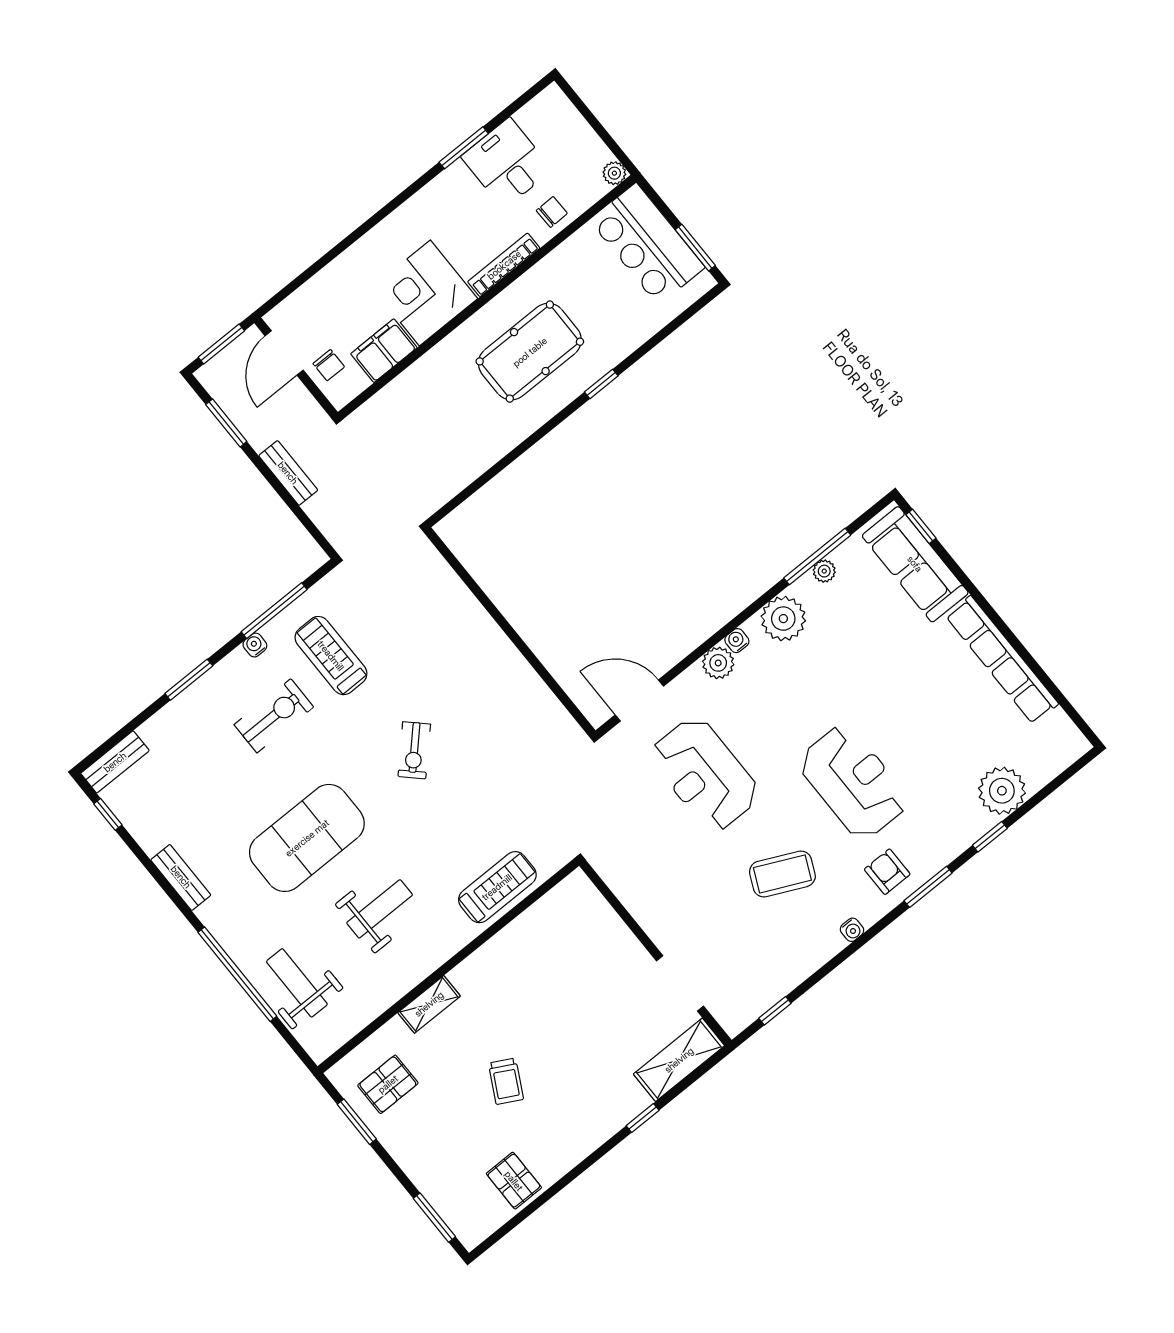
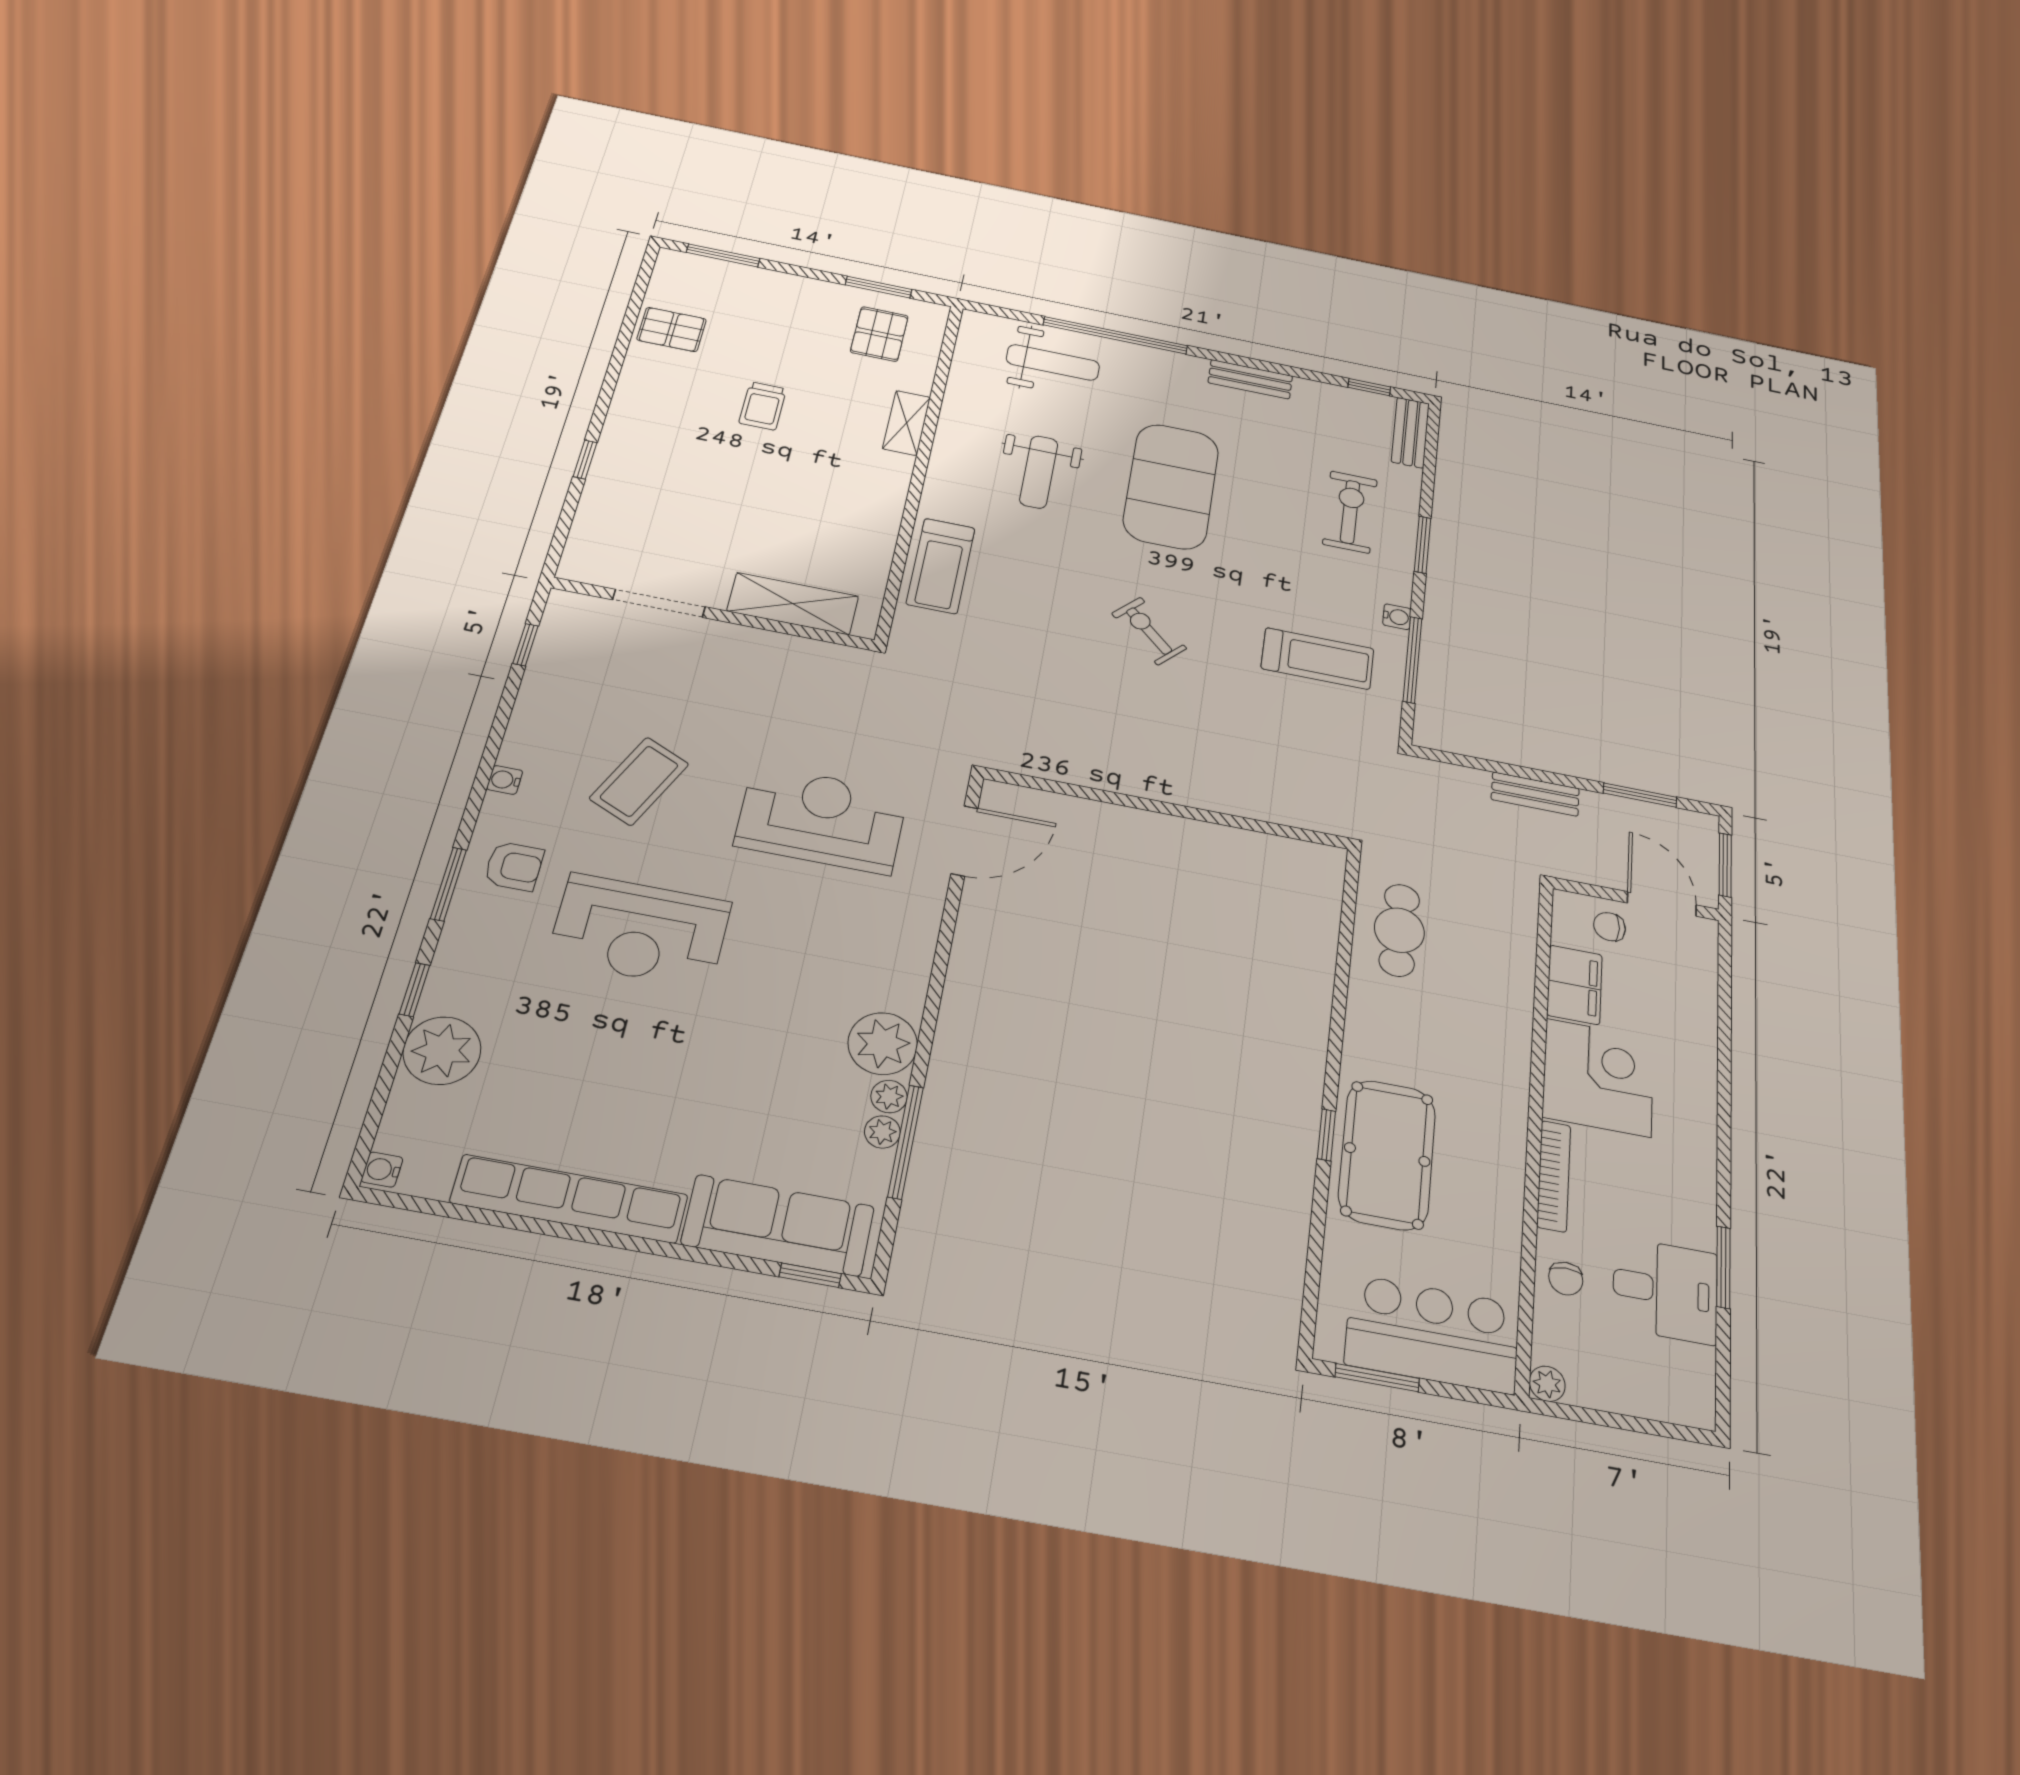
pool table: (530, 352) -> (1387, 1155), moved
cafe table: (450, 459) -> (1399, 930), added
water cooler: (737, 641) -> (382, 1170), moved, turned 180
plant: (718, 663) -> (889, 1097), moved, width x0.73, depth x0.73
exercise bike: (274, 716) -> (1350, 512), moved, turned 180
shelving: (679, 1060) -> (793, 604), moved, turned 90
trolley: (506, 1081) -> (763, 406), turned -118

